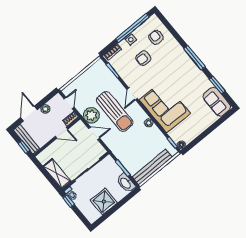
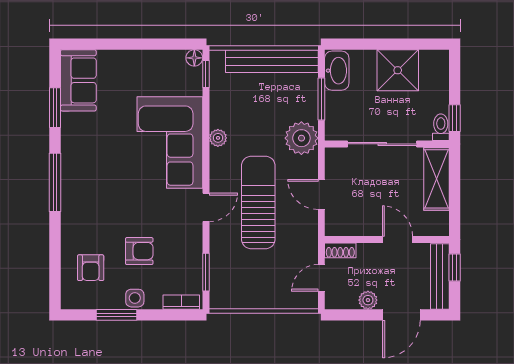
window: (132, 28) -> (116, 315), width x0.47
plant: (91, 115) -> (301, 138), moved
door: (61, 133) -> (398, 239), moved

